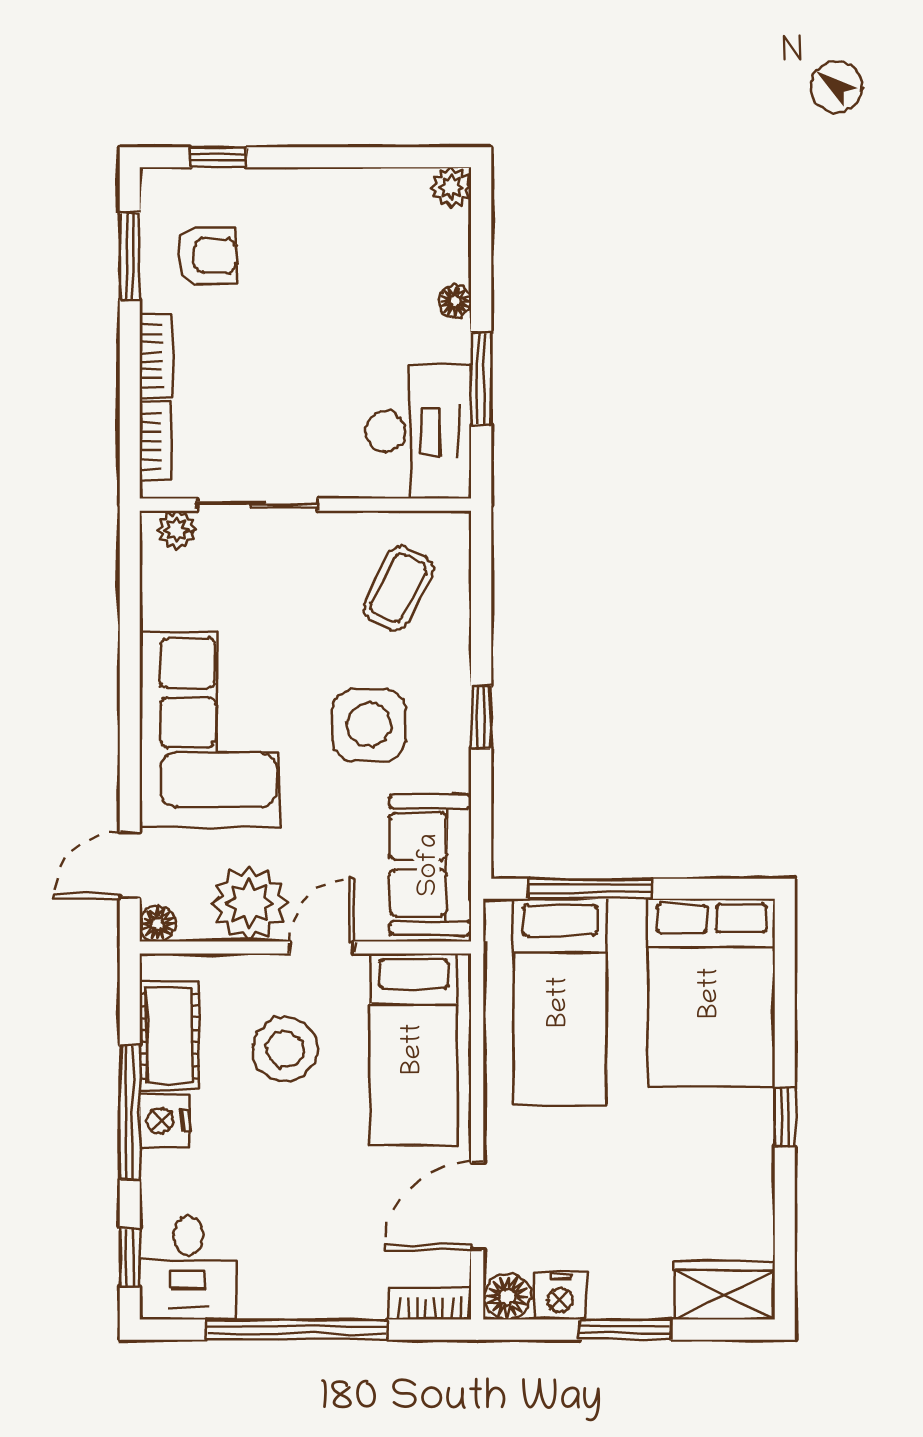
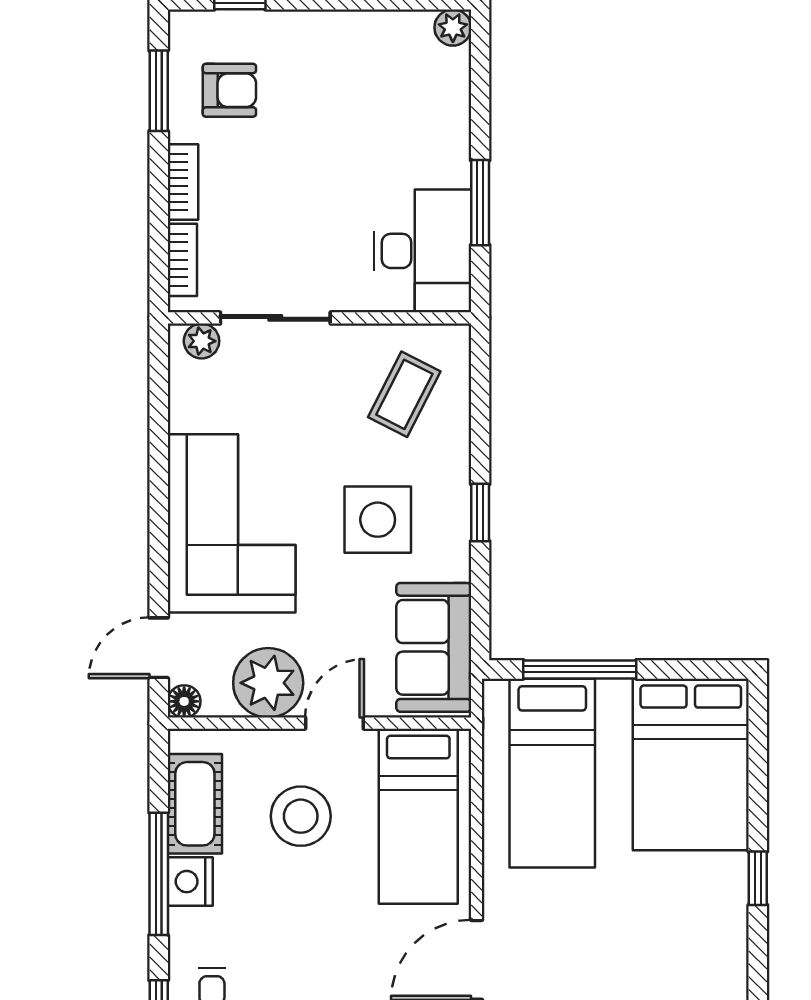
floor lamp: (455, 301) -> (456, 132), removed

